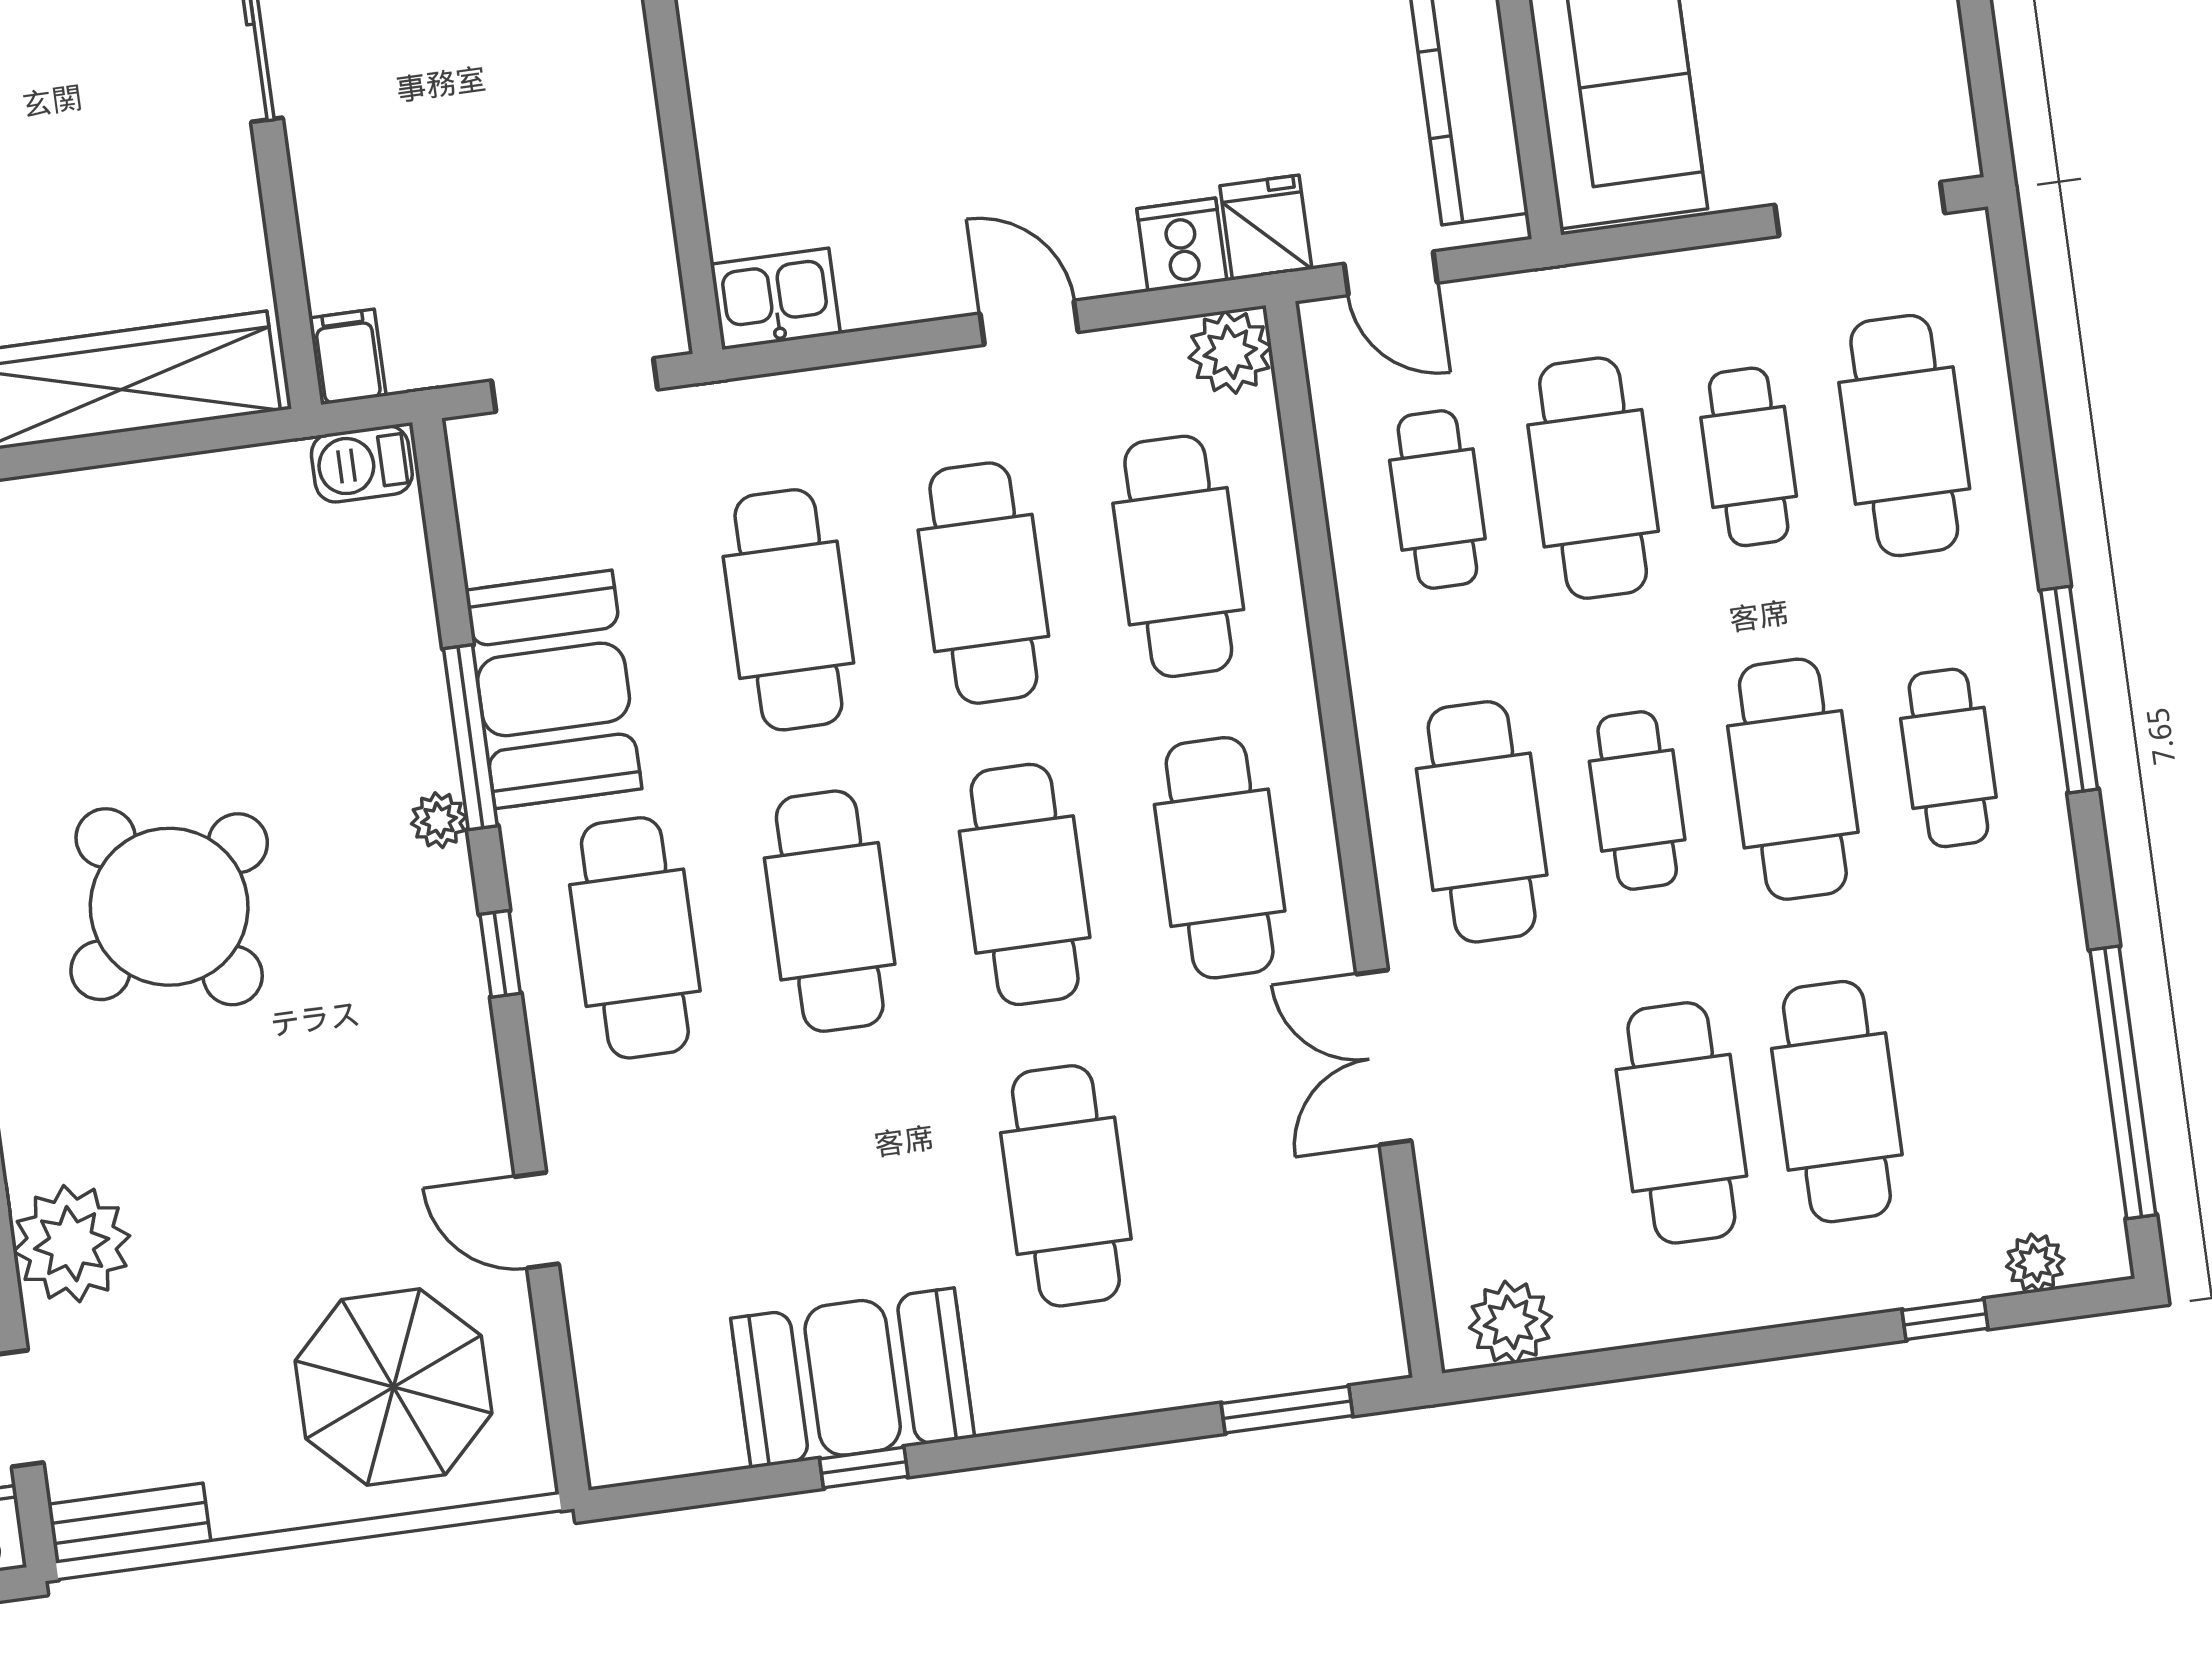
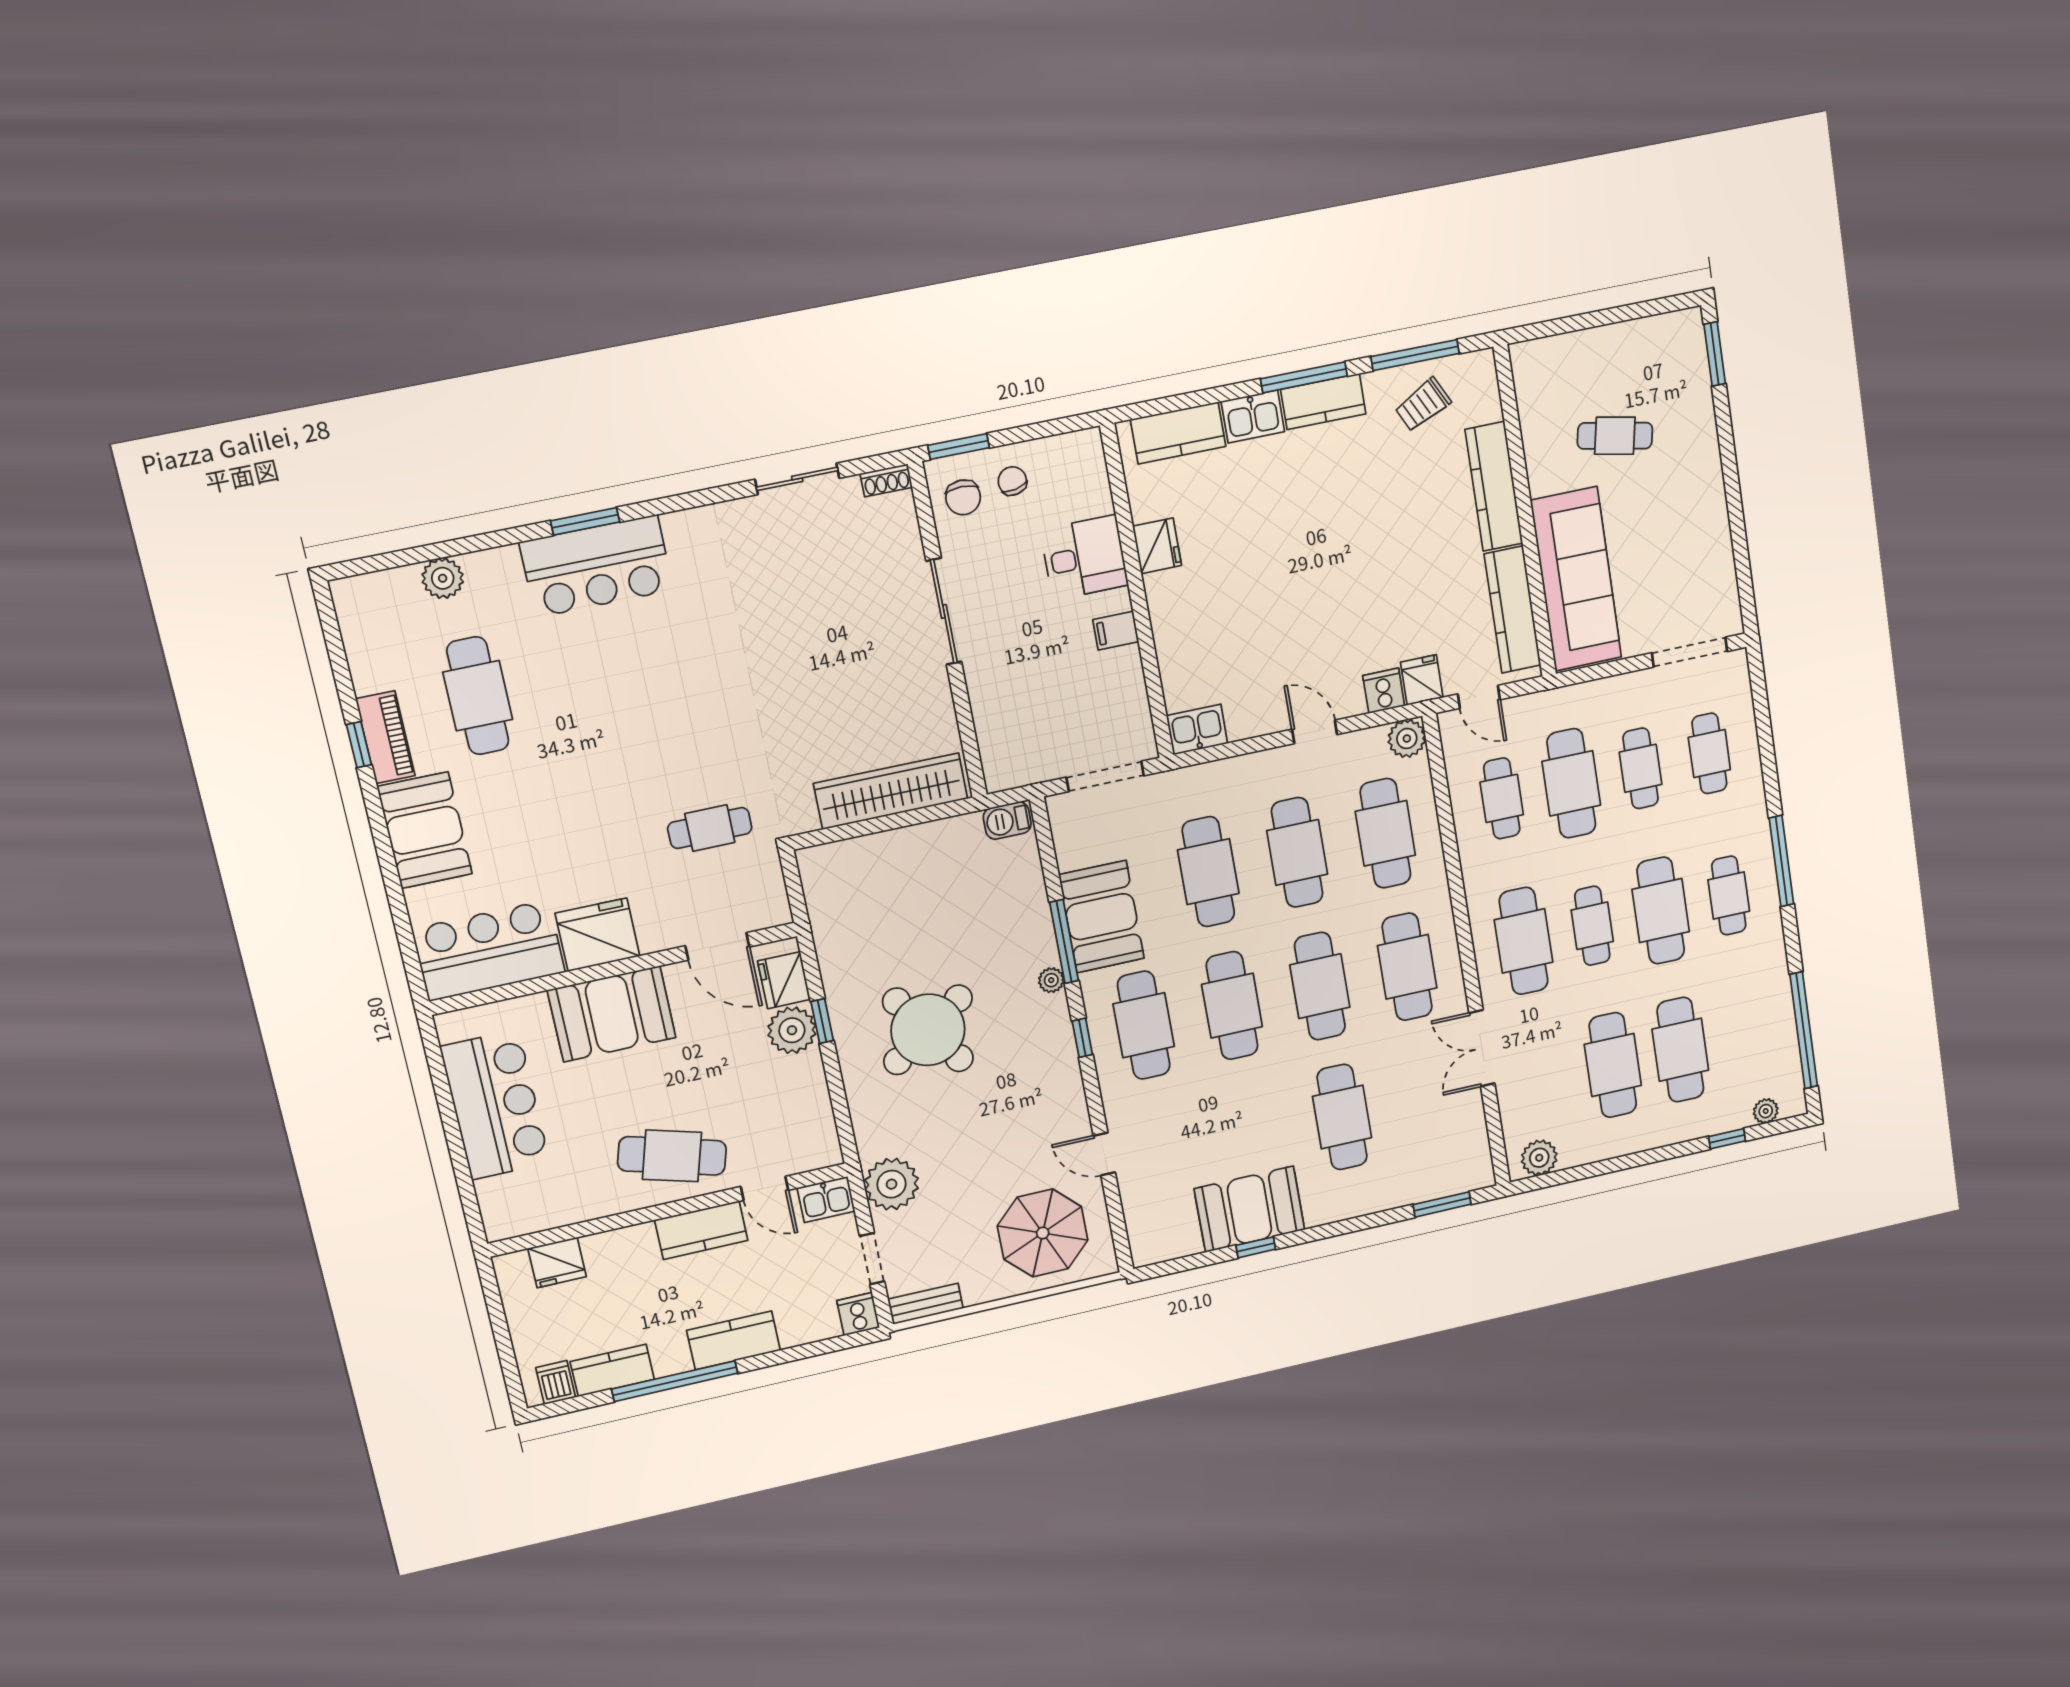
filing cabinet: (348, 357) -> (1116, 631), moved, turned -90
cafe table: (1904, 436) -> (1709, 753), width x0.73, depth x0.74

